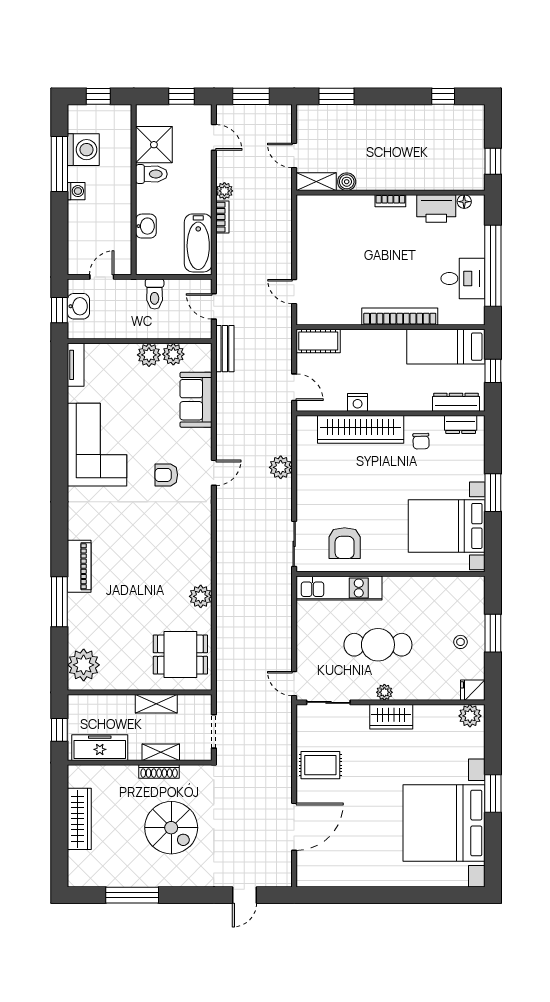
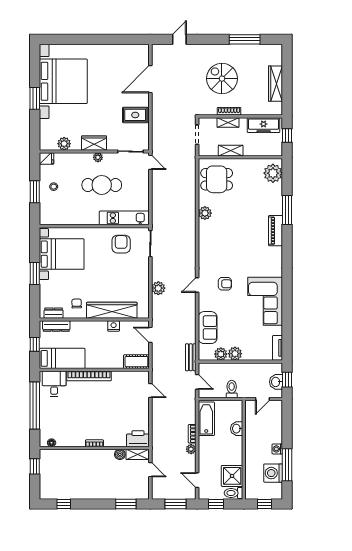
toilet: (151, 174) -> (234, 493), moved
printer: (436, 209) -> (138, 439), moved
desk: (463, 278) -> (54, 384), moved, turned 90
plant: (470, 716) -> (64, 144), moved

